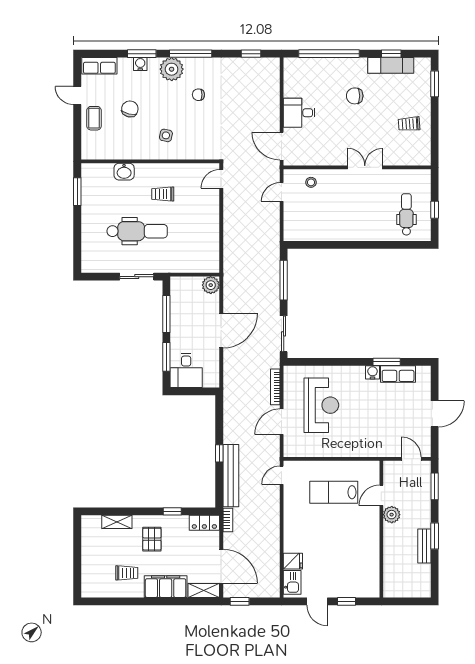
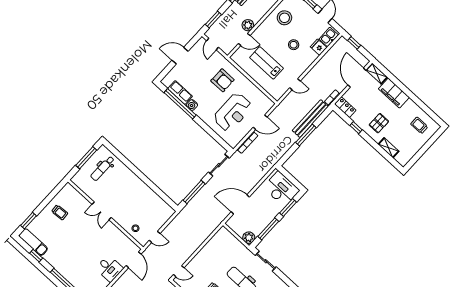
exam couch: (391, 65) -> (33, 242), moved
chair: (355, 96) -> (74, 251), removed
window: (435, 210) -> (86, 158), width x2.17
plant: (211, 285) -> (249, 238), moved
door: (221, 331) -> (240, 204), moved
window: (387, 362) -> (180, 104), width x2.11
desk: (186, 370) -> (281, 189), width x1.37
reception desk: (321, 405) -> (233, 112), turned 180
armchair: (364, 430) -> (222, 80), added
window: (219, 453) -> (306, 135), width x2.17
door: (282, 475) -> (295, 84), moved
lab bench: (334, 492) -> (266, 63), turned 180
stool: (323, 539) -> (294, 45), added
stool: (359, 559) -> (284, 18), added
trolley: (127, 573) -> (419, 125), moved
window: (240, 601) -> (354, 43), moved

